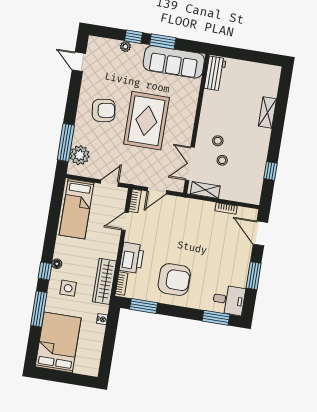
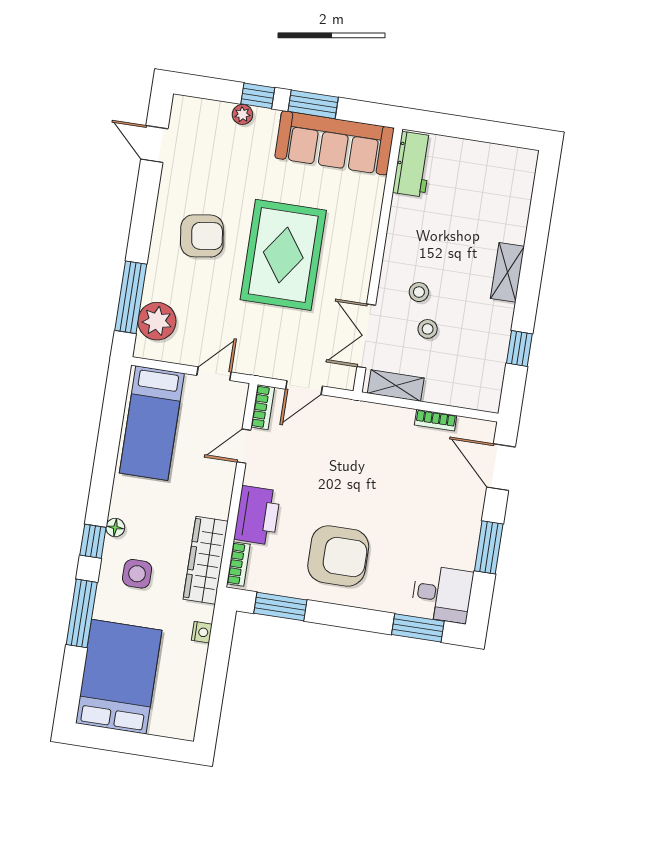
shelving: (267, 112) -> (507, 272), moved

